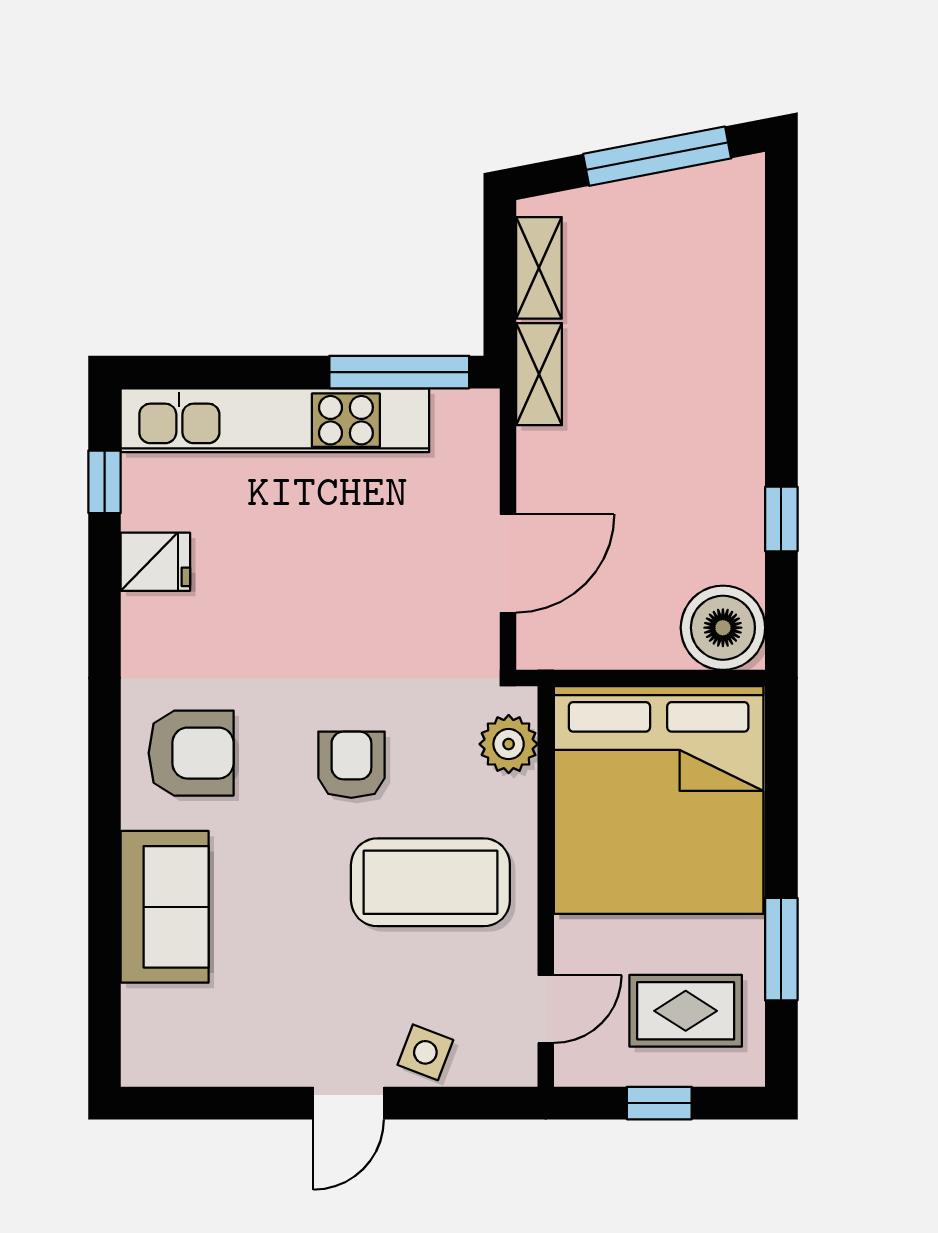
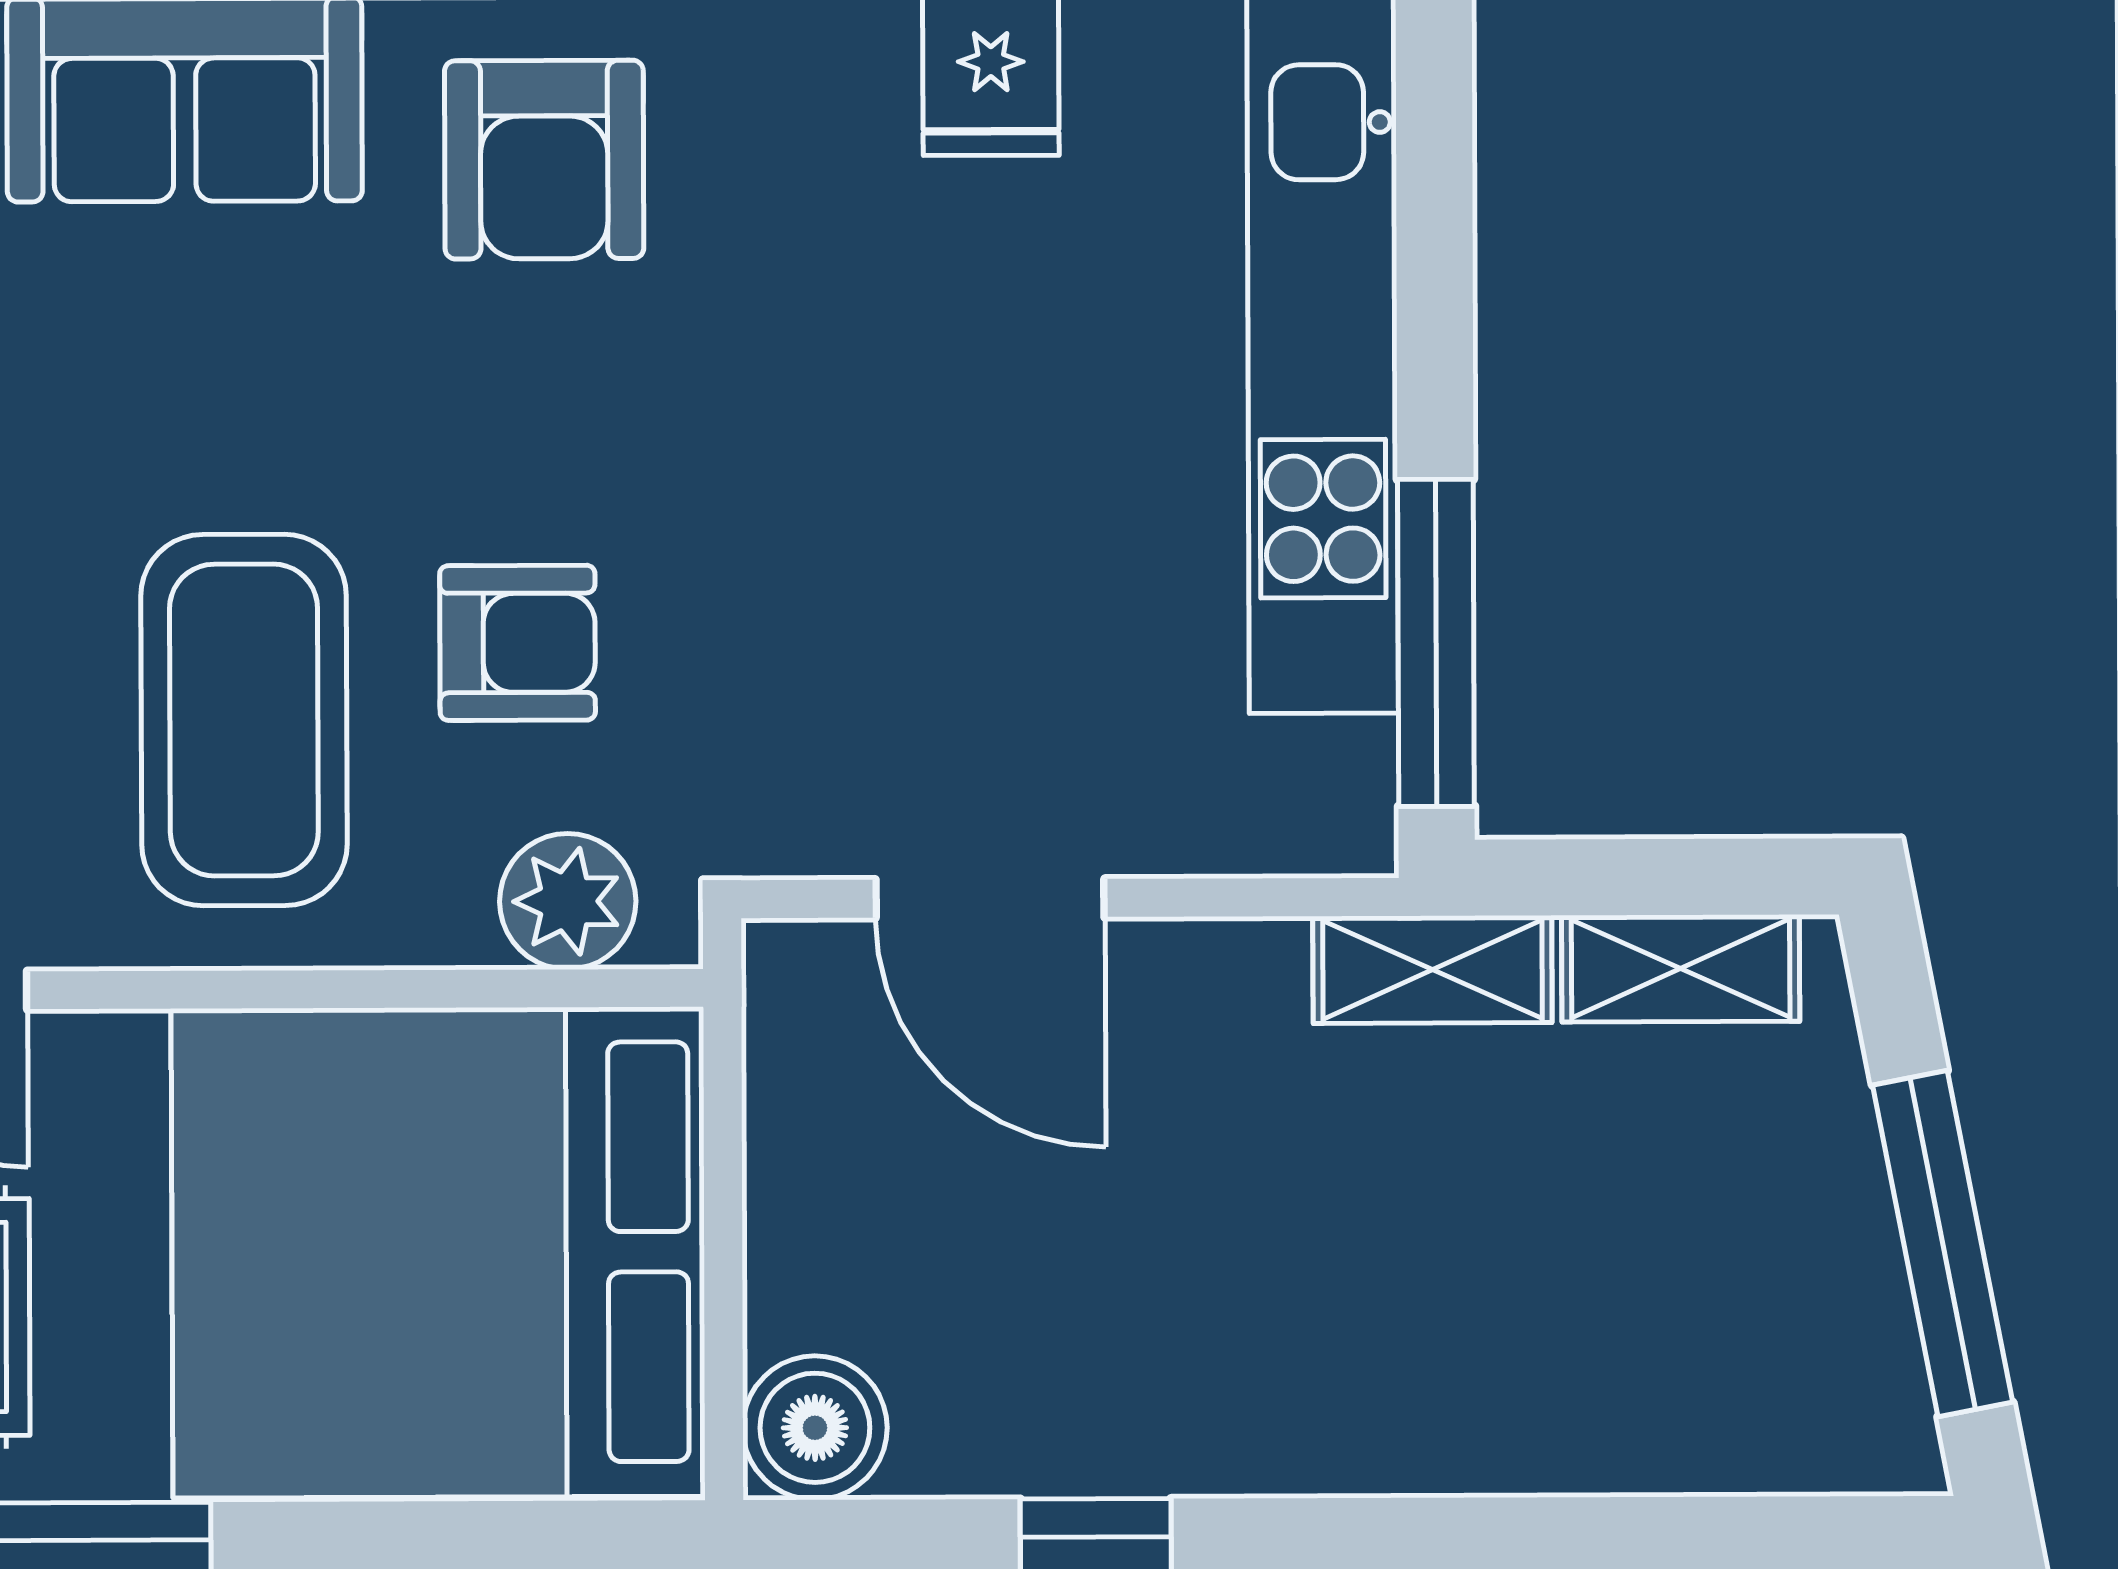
boiler: (723, 628) -> (815, 1428), width x0.73, depth x0.73
armchair: (351, 765) -> (518, 643), moved

